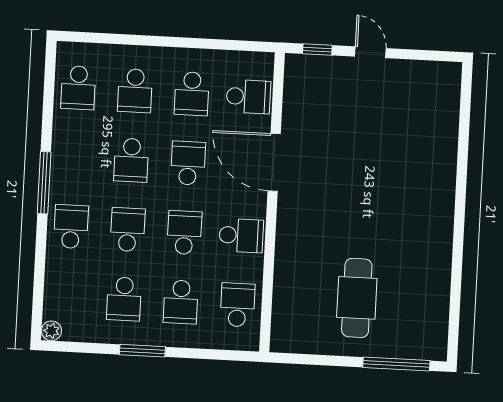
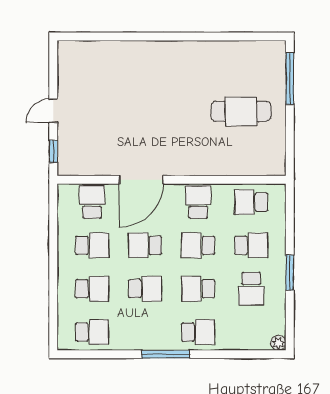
school desk: (71, 227) -> (198, 332), turned 180
school desk: (124, 299) -> (251, 289), turned 90

